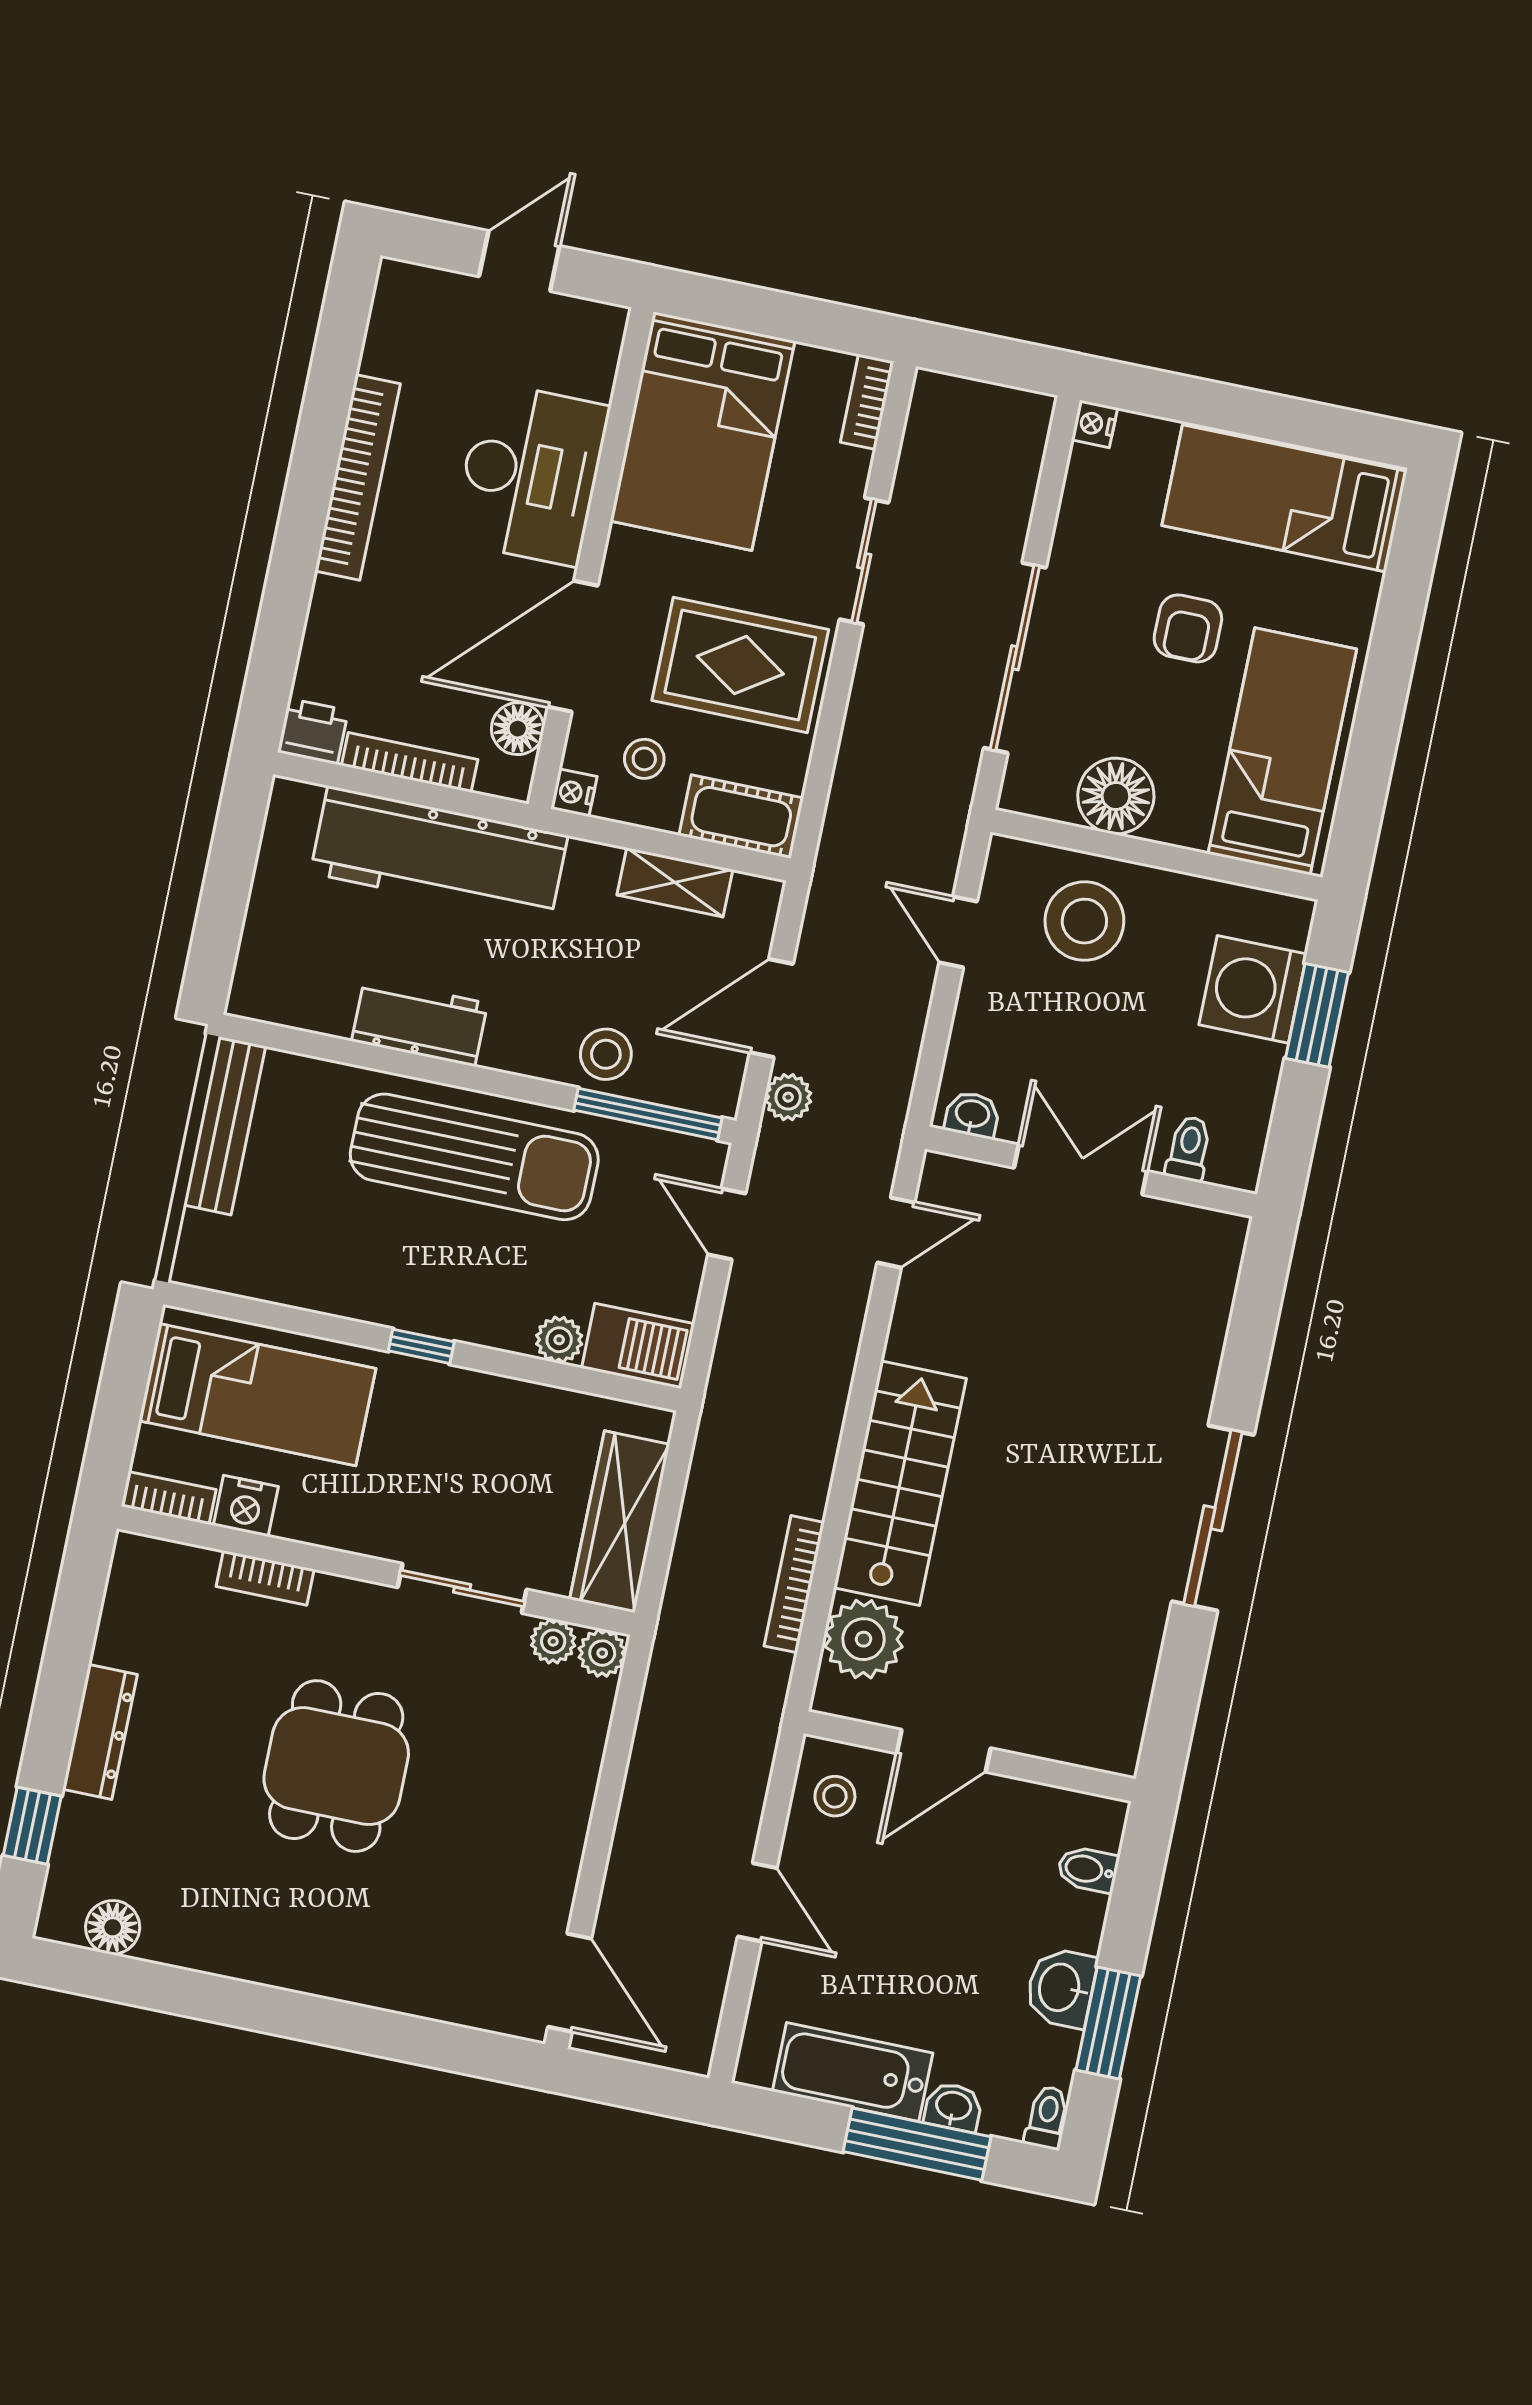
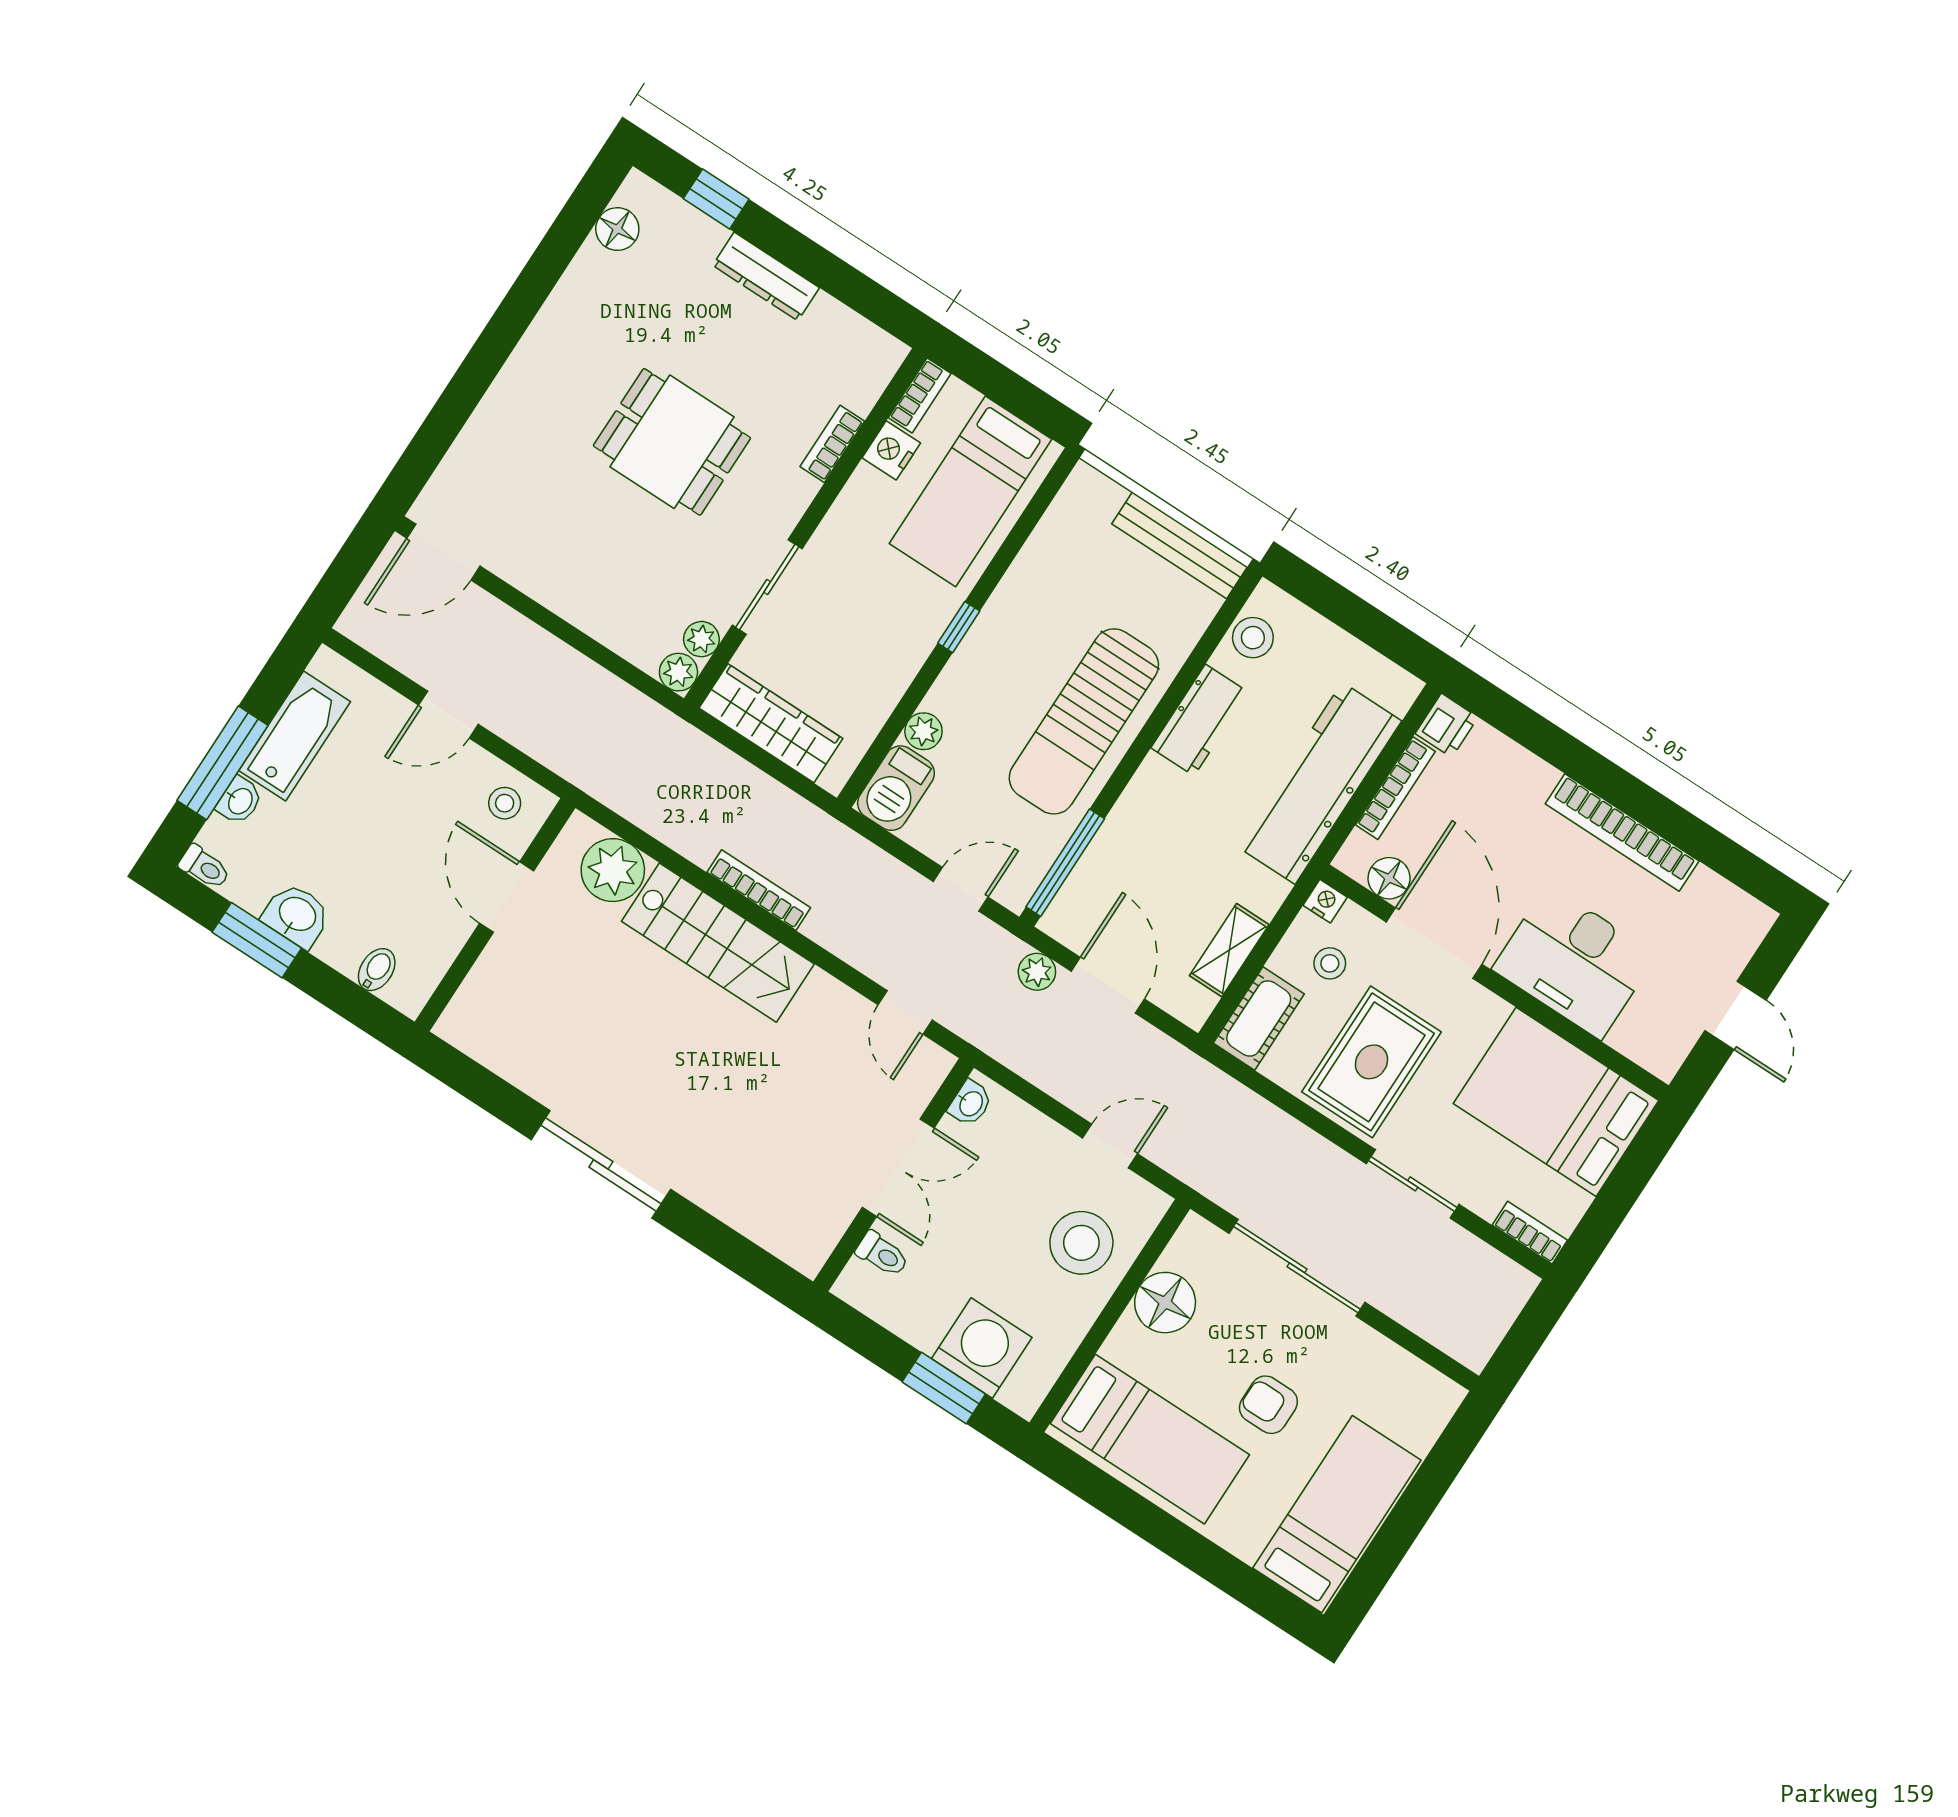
nightstand: (1094, 424) -> (1447, 1395), removed
stool: (606, 1054) -> (1253, 638), moved
bookcase: (794, 1584) -> (759, 890), moved

